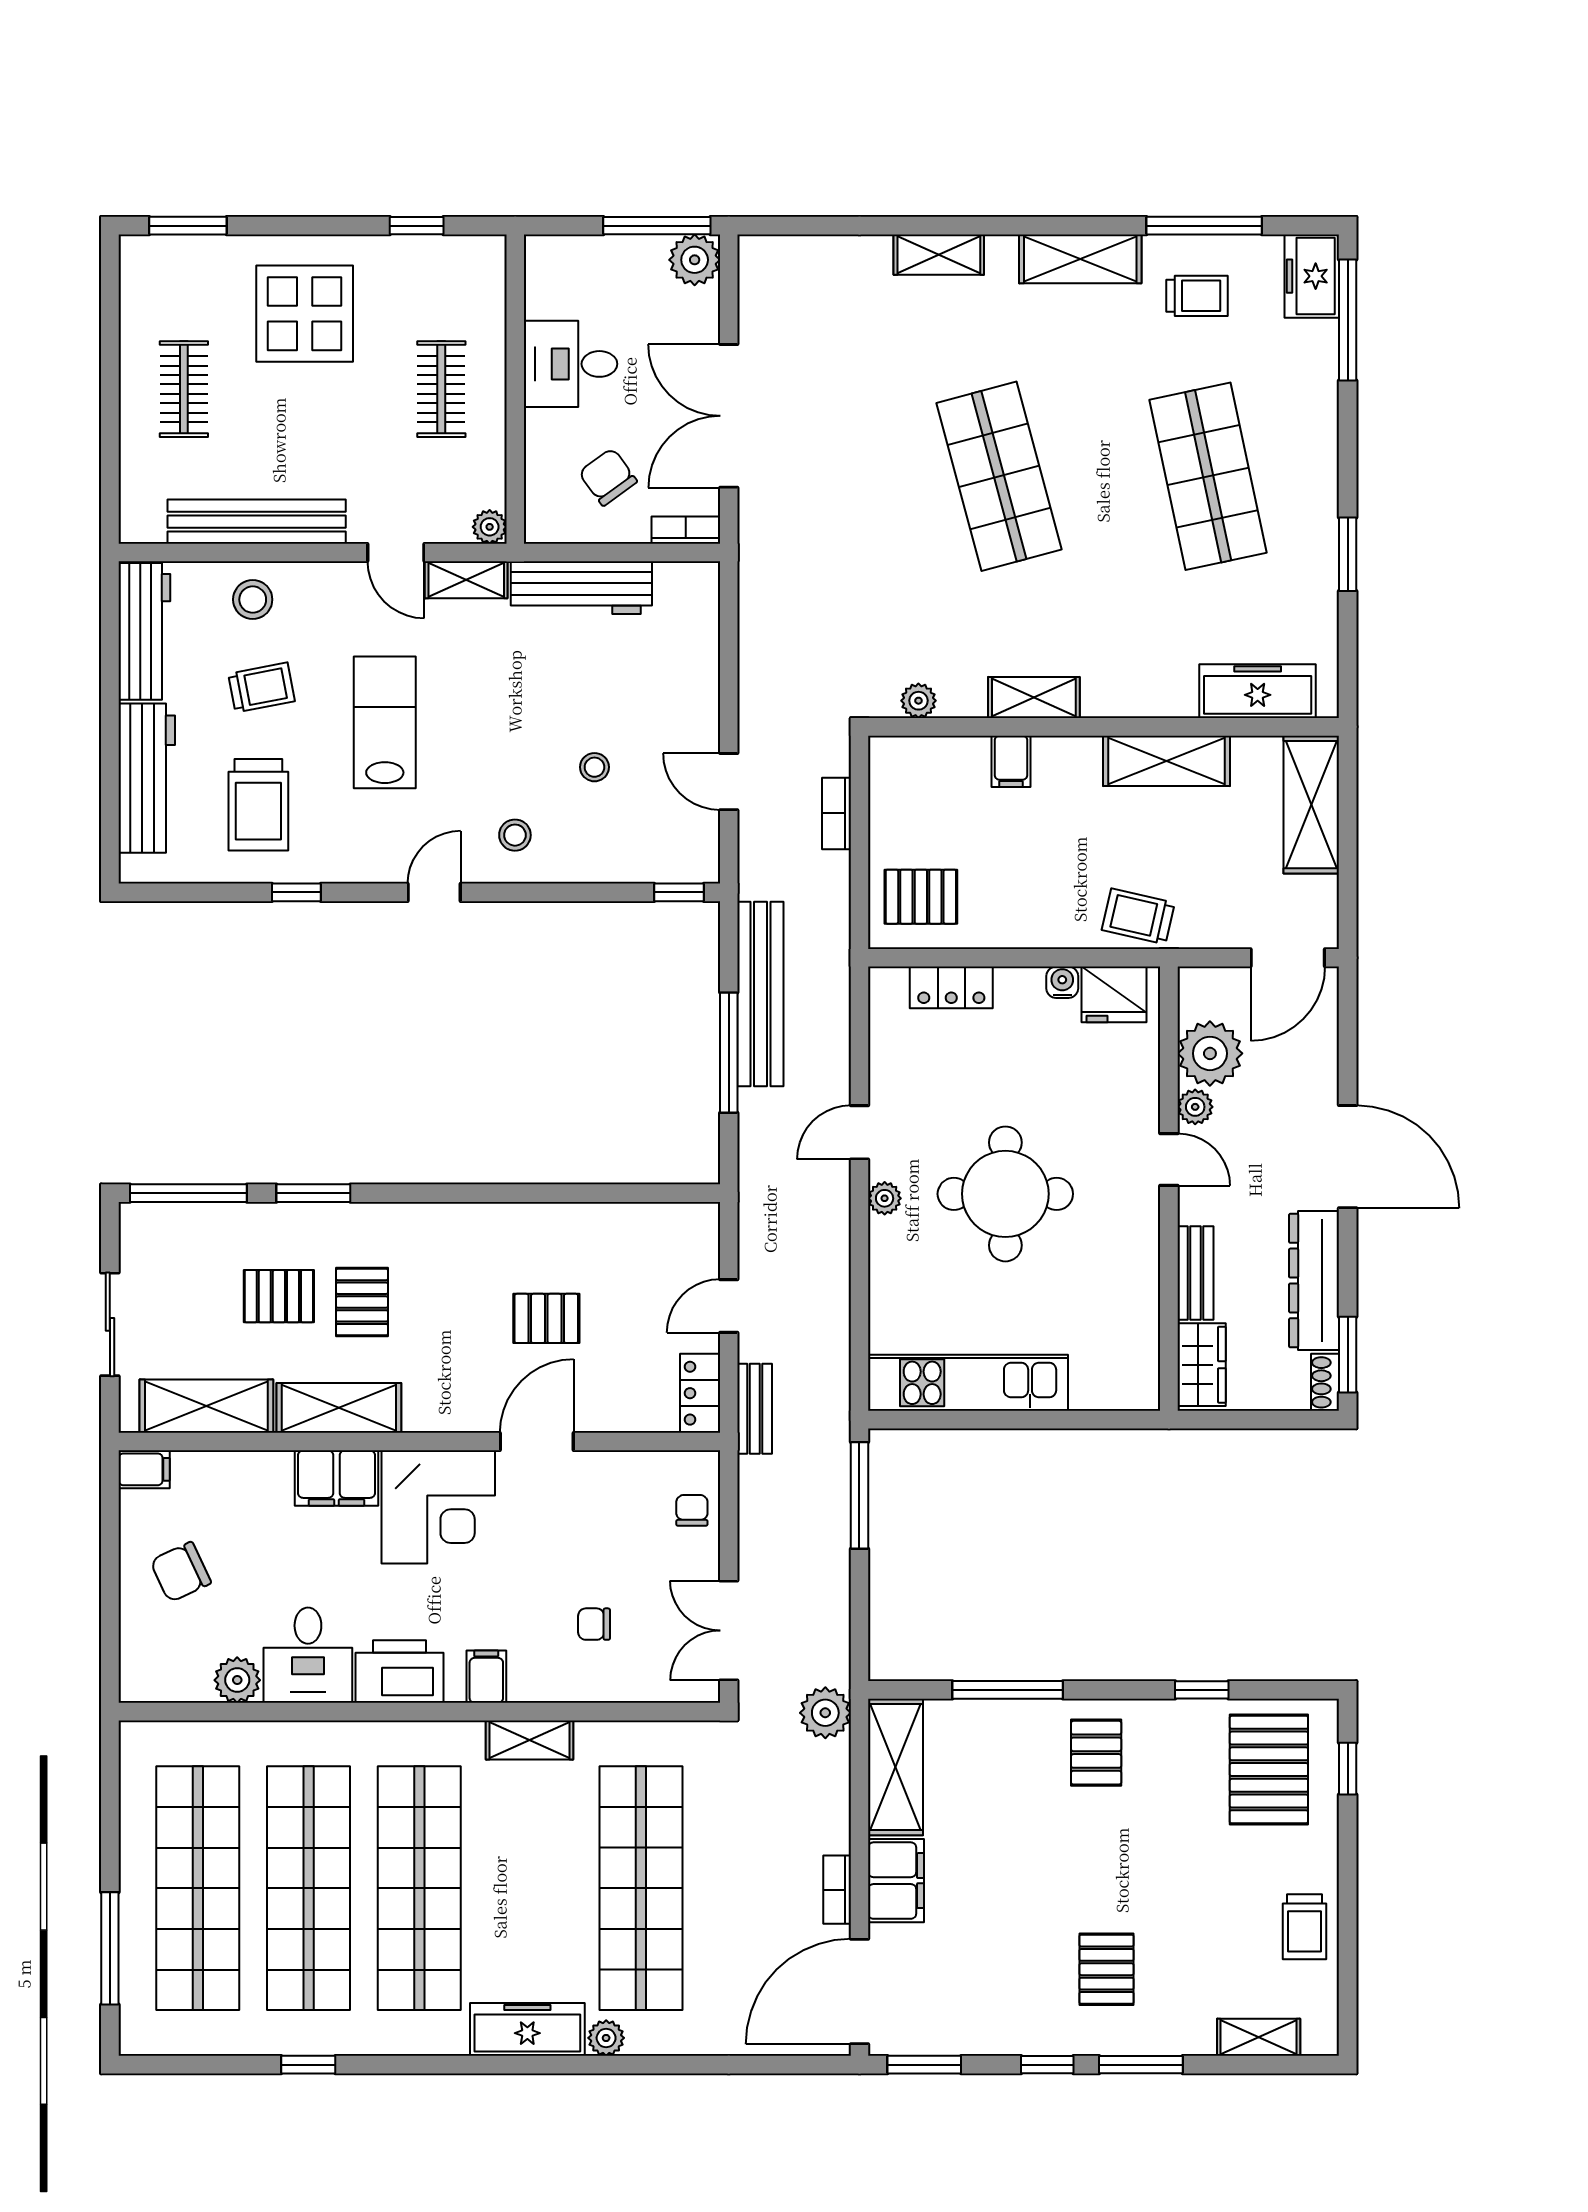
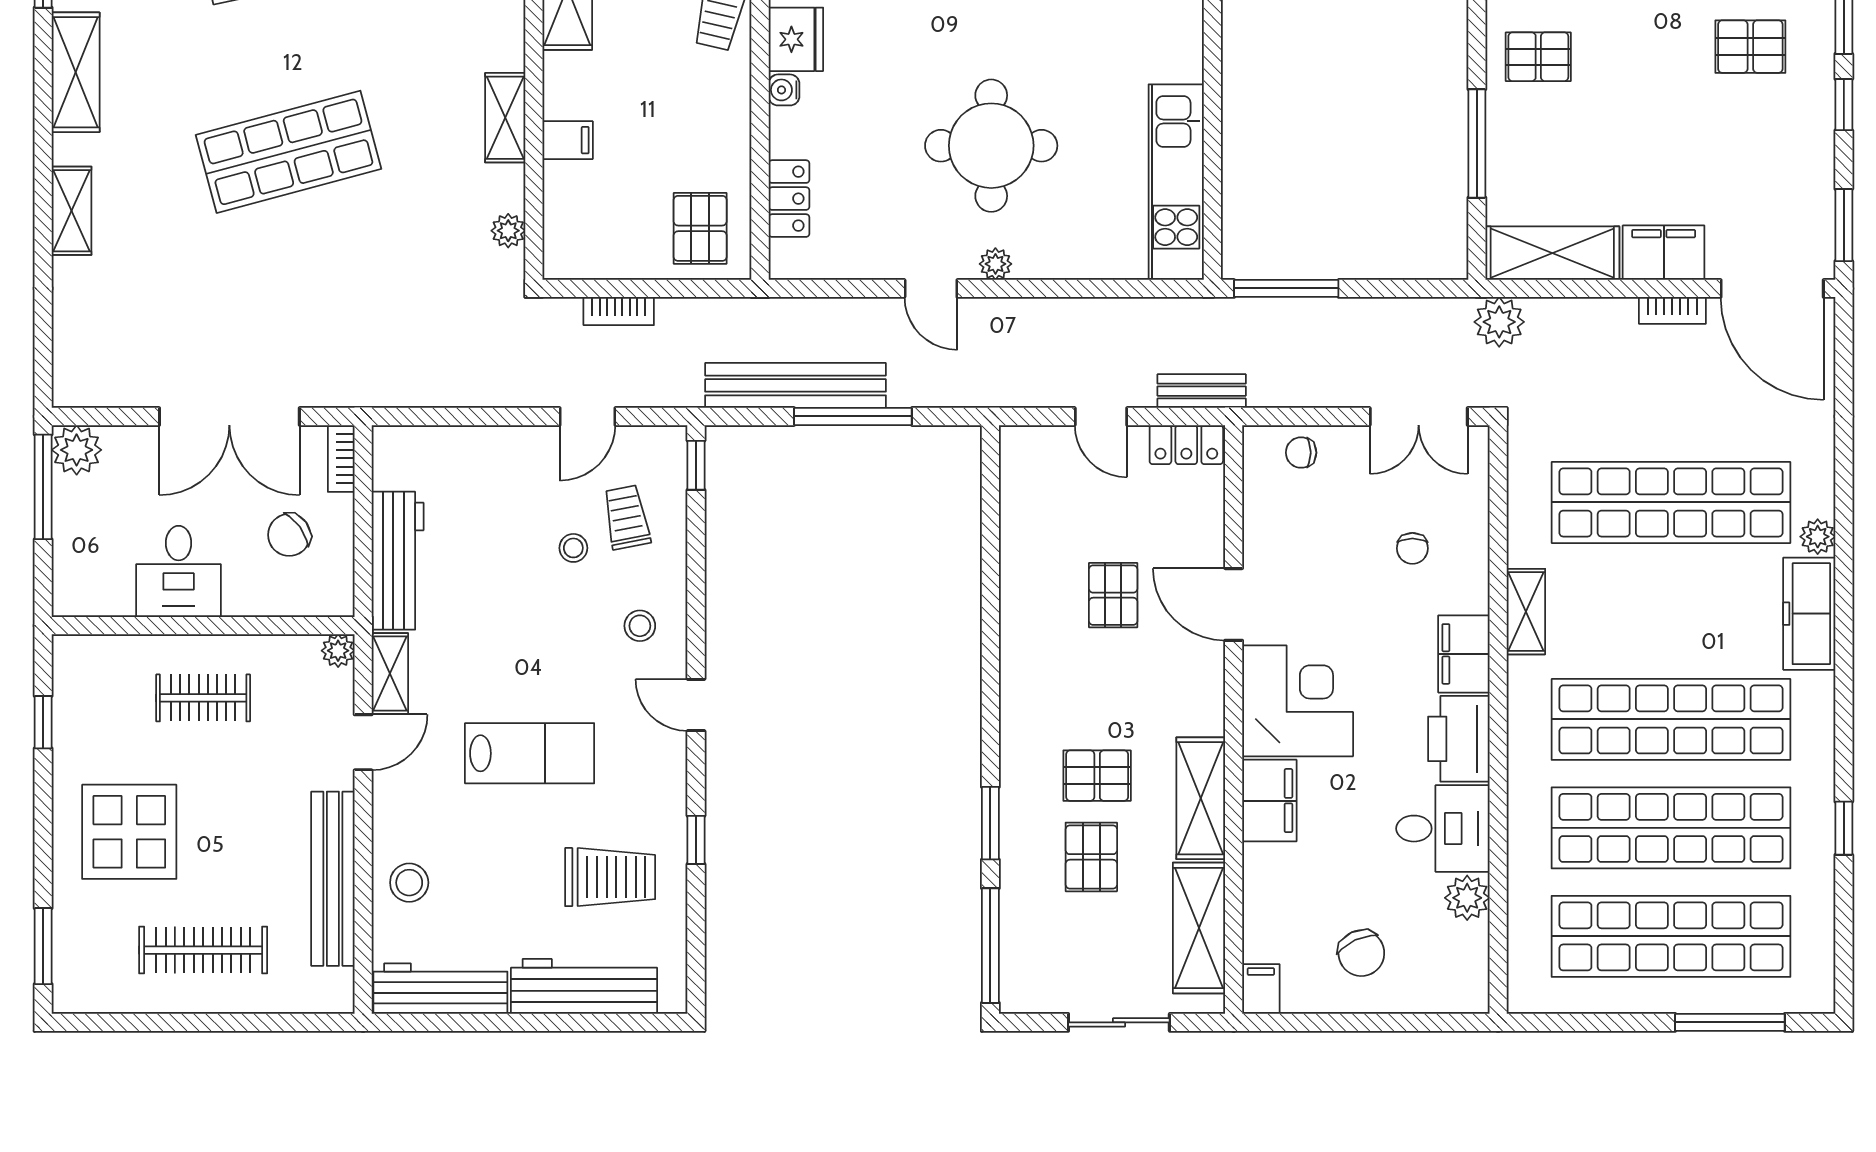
clothes rail: (184, 389) -> (203, 950), width x1.36
trolley: (261, 687) -> (627, 517), moved
lab bench: (385, 722) -> (530, 753), turned 180
filing cabinet: (486, 1677) -> (1464, 654), width x2.00

